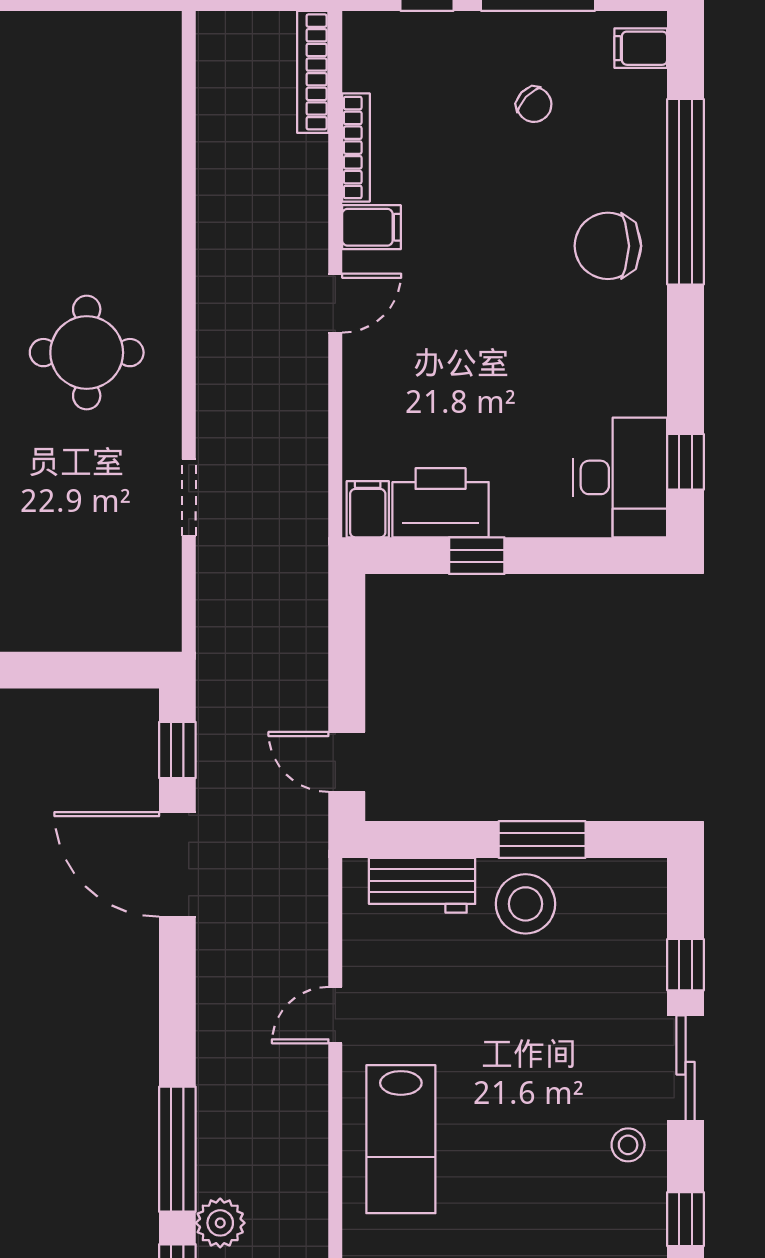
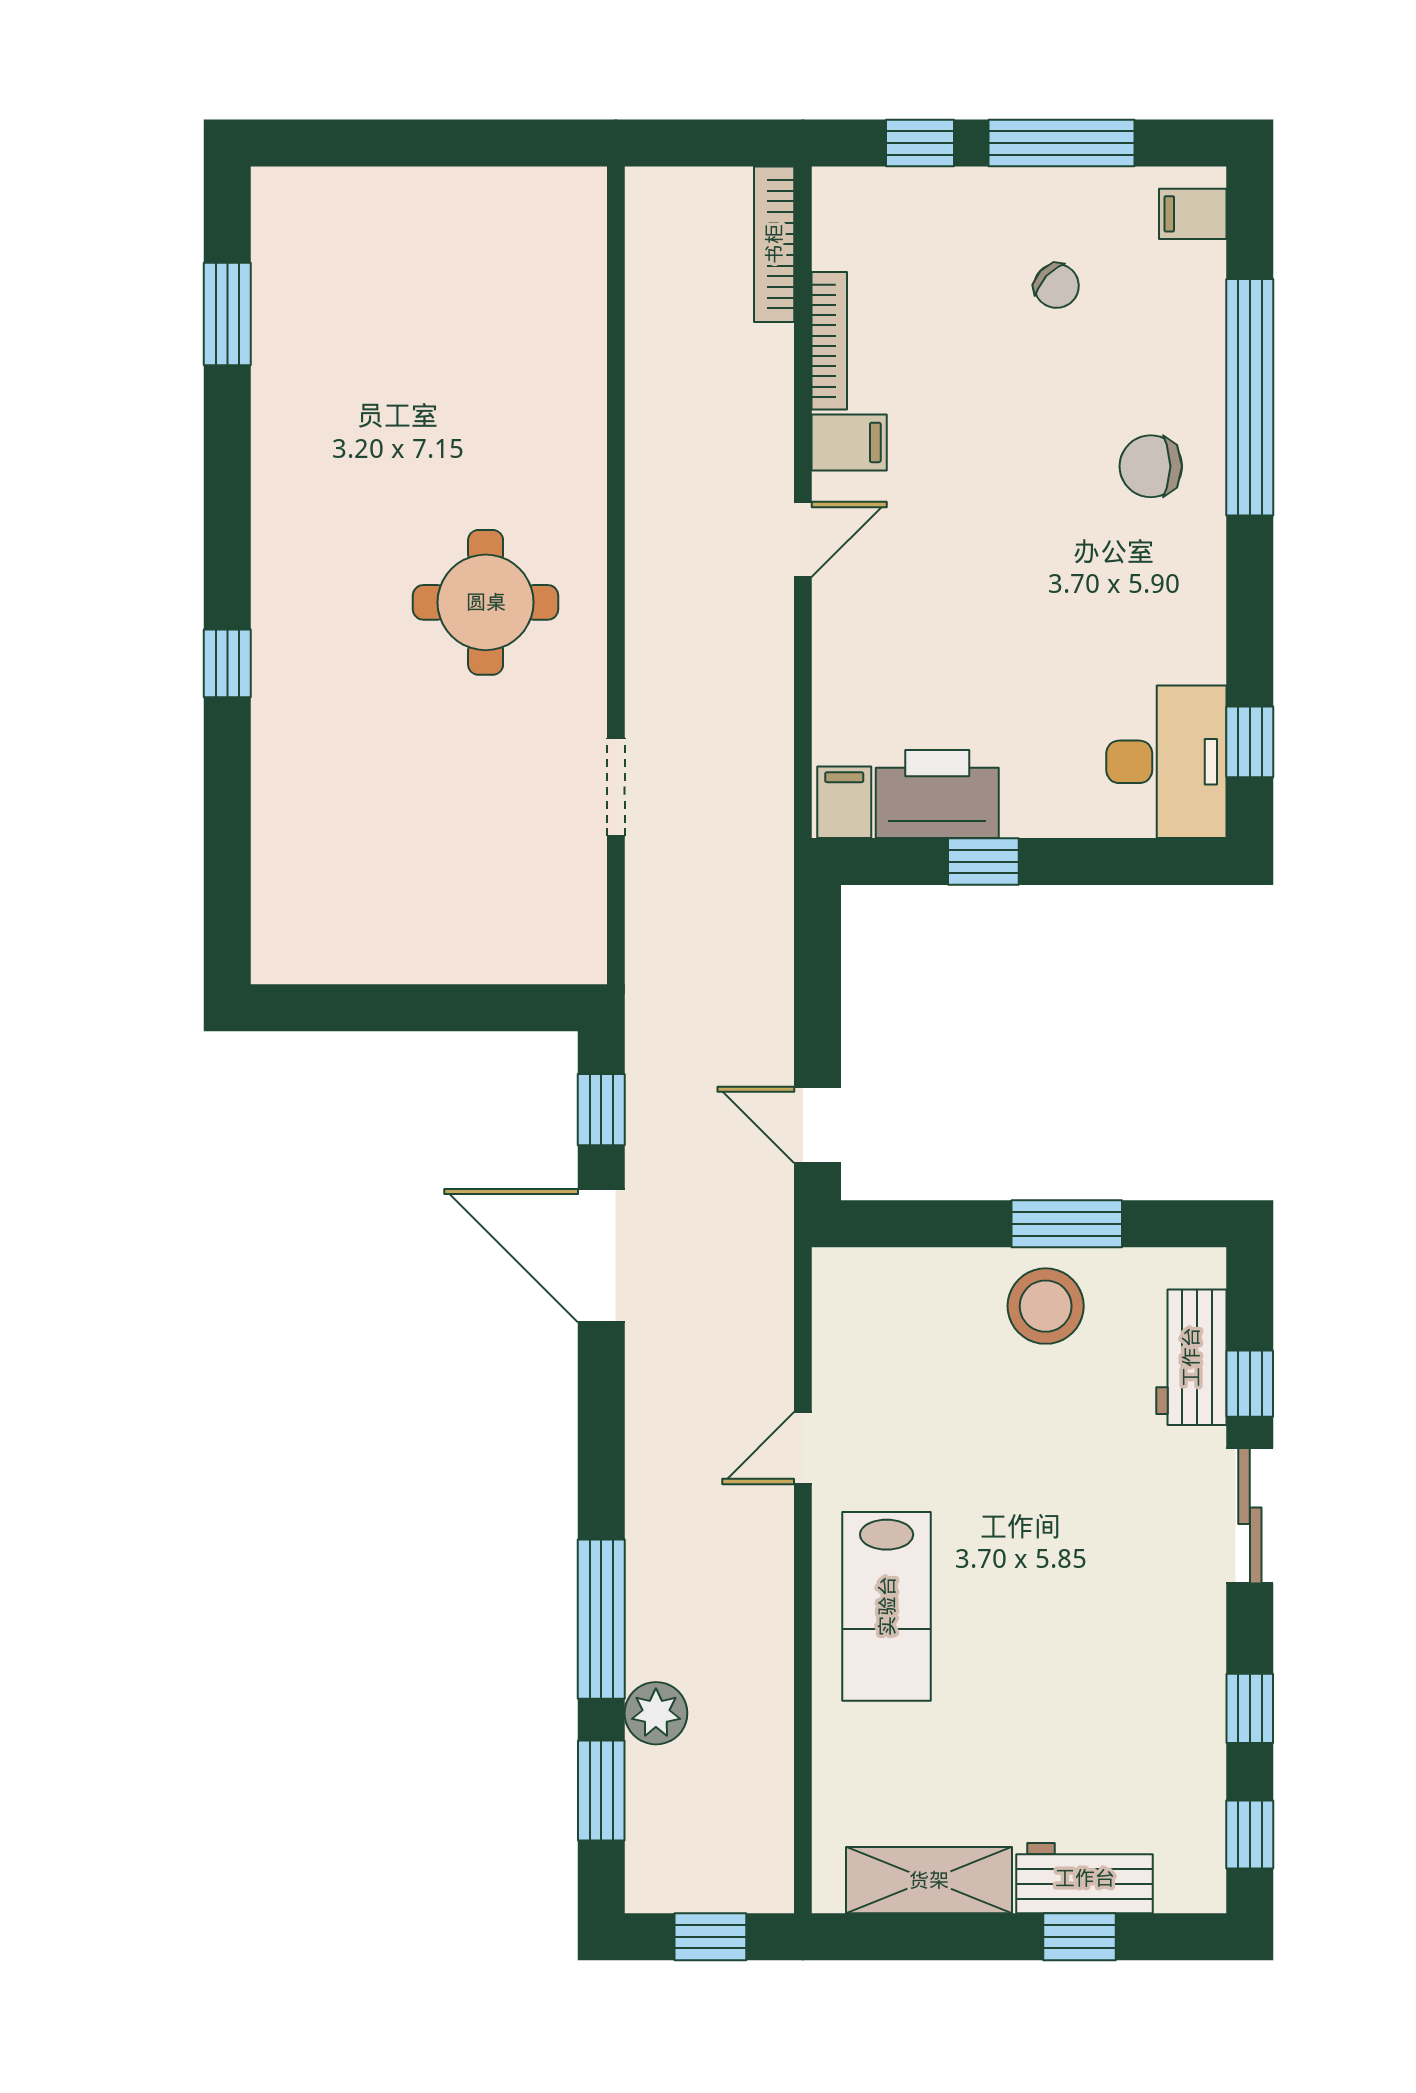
chair: (608, 246) -> (1151, 466), width x0.73, depth x0.73
workbench: (422, 885) -> (1191, 1357), moved, turned 90
stool: (628, 1145) -> (1176, 1614), removed

